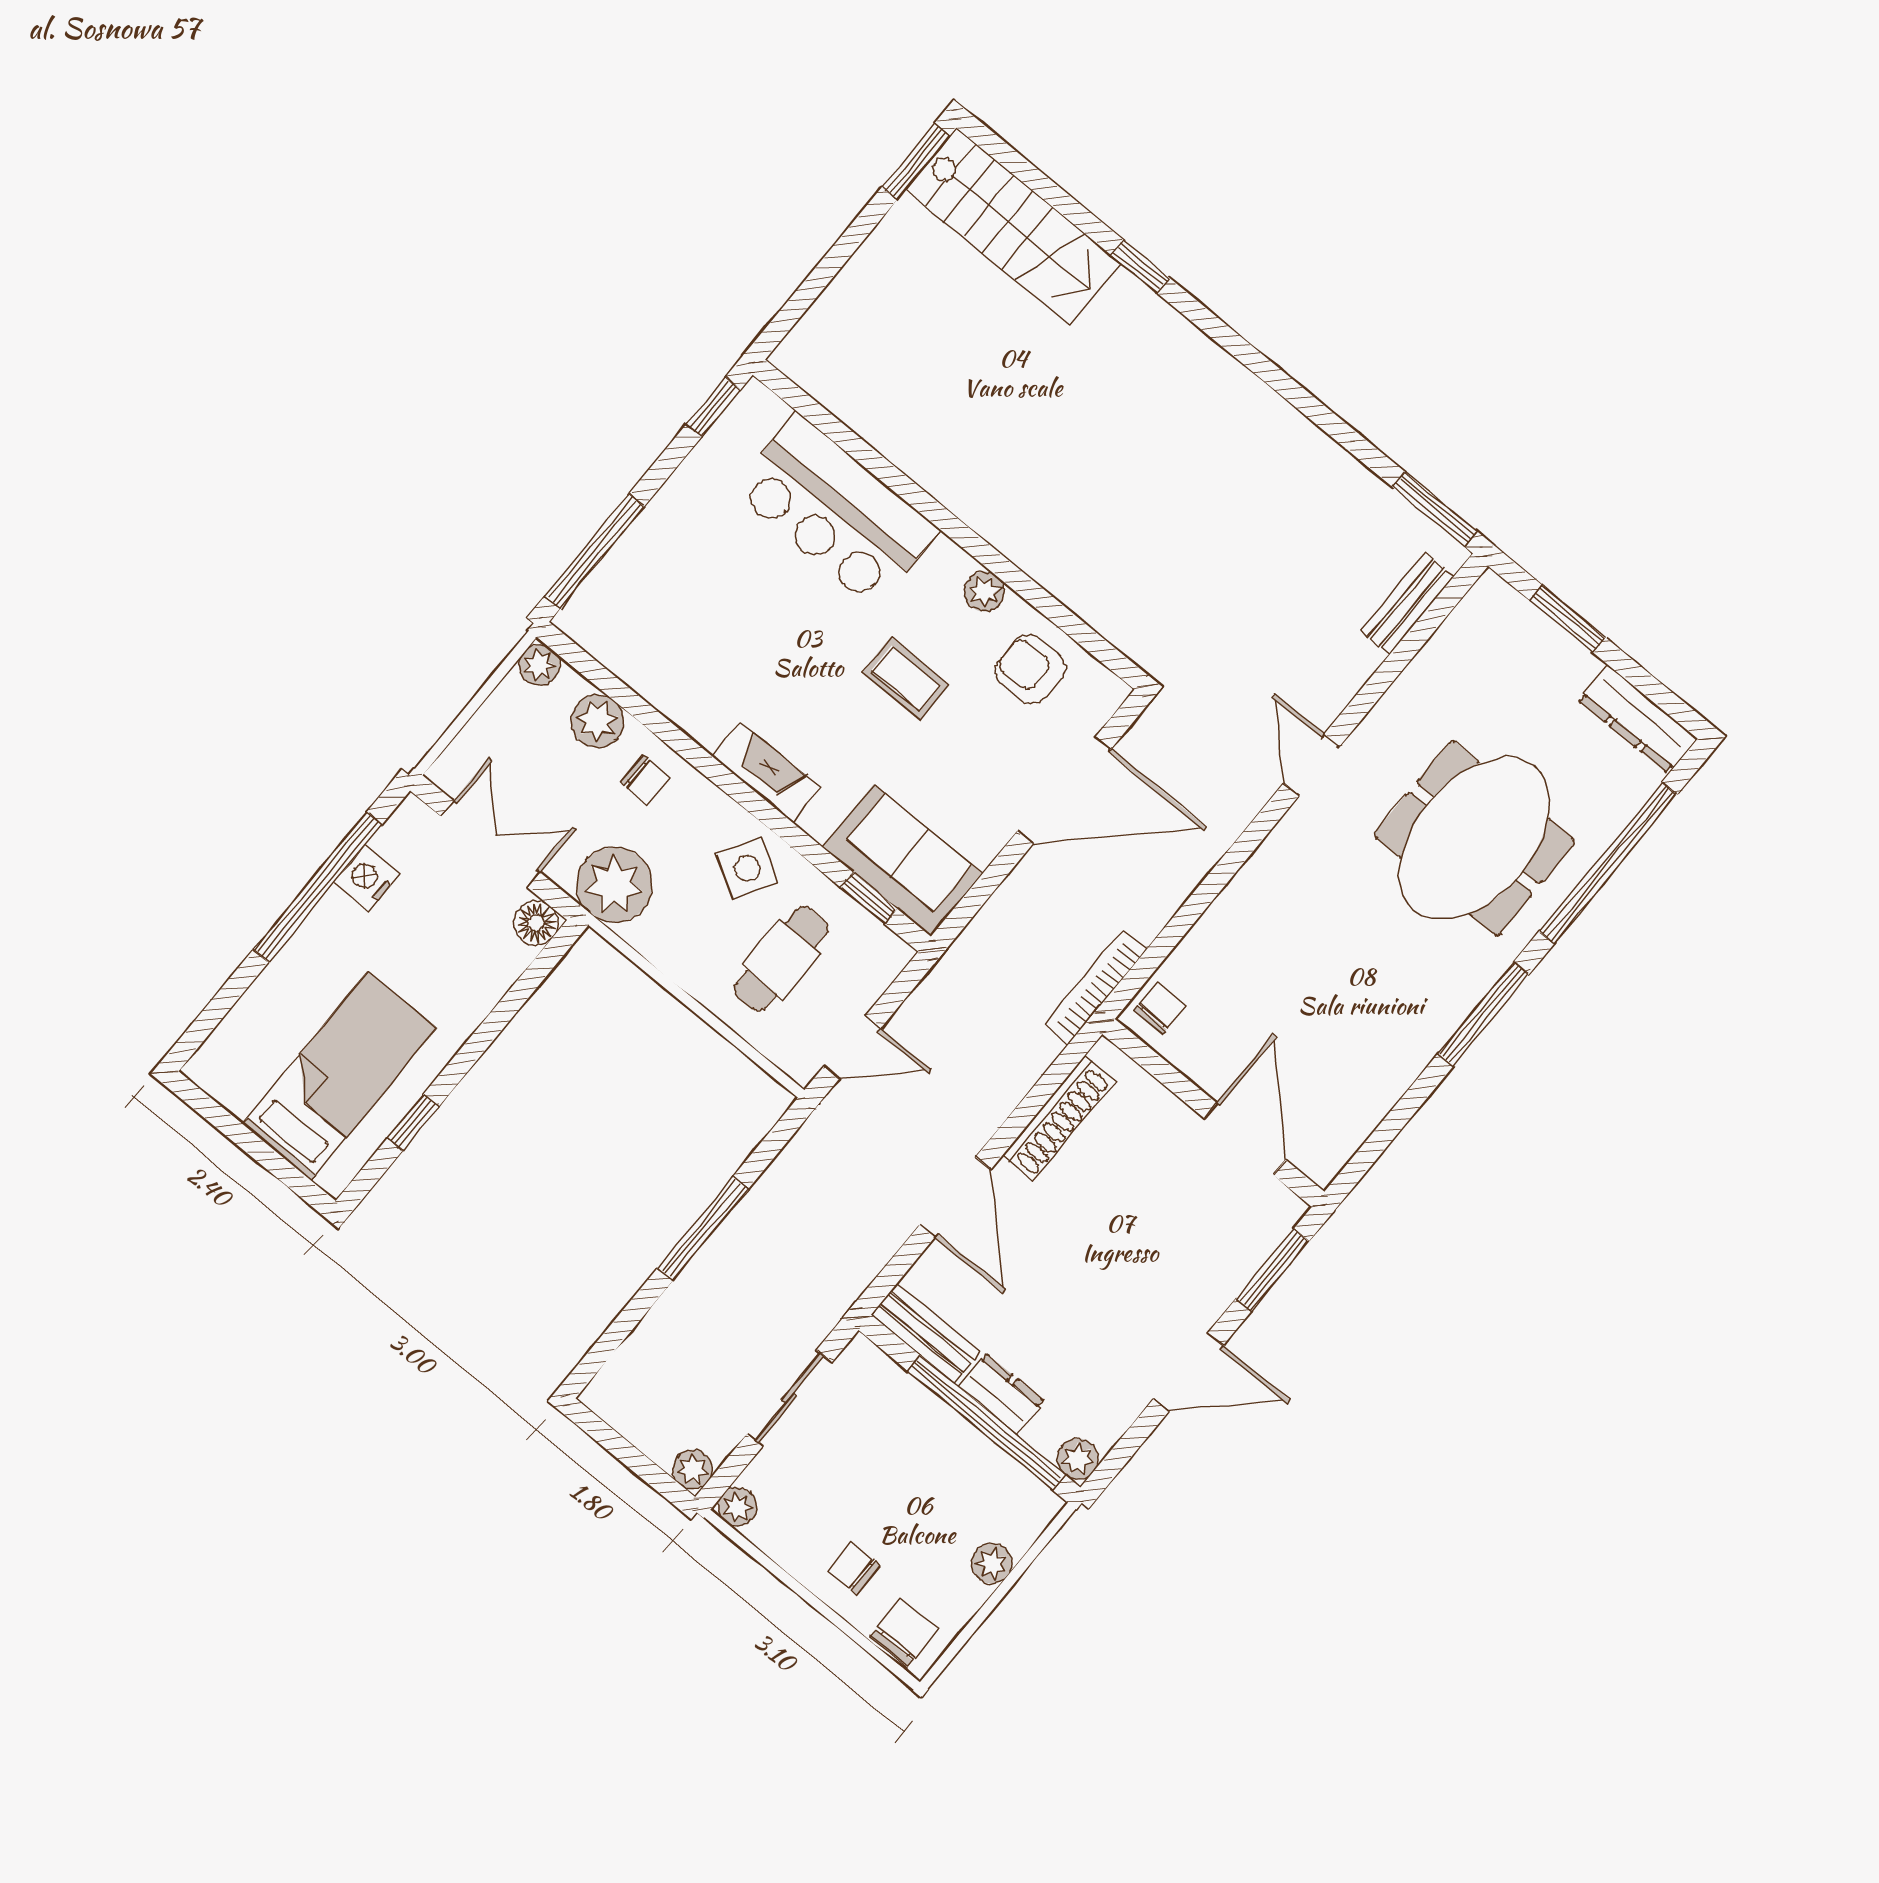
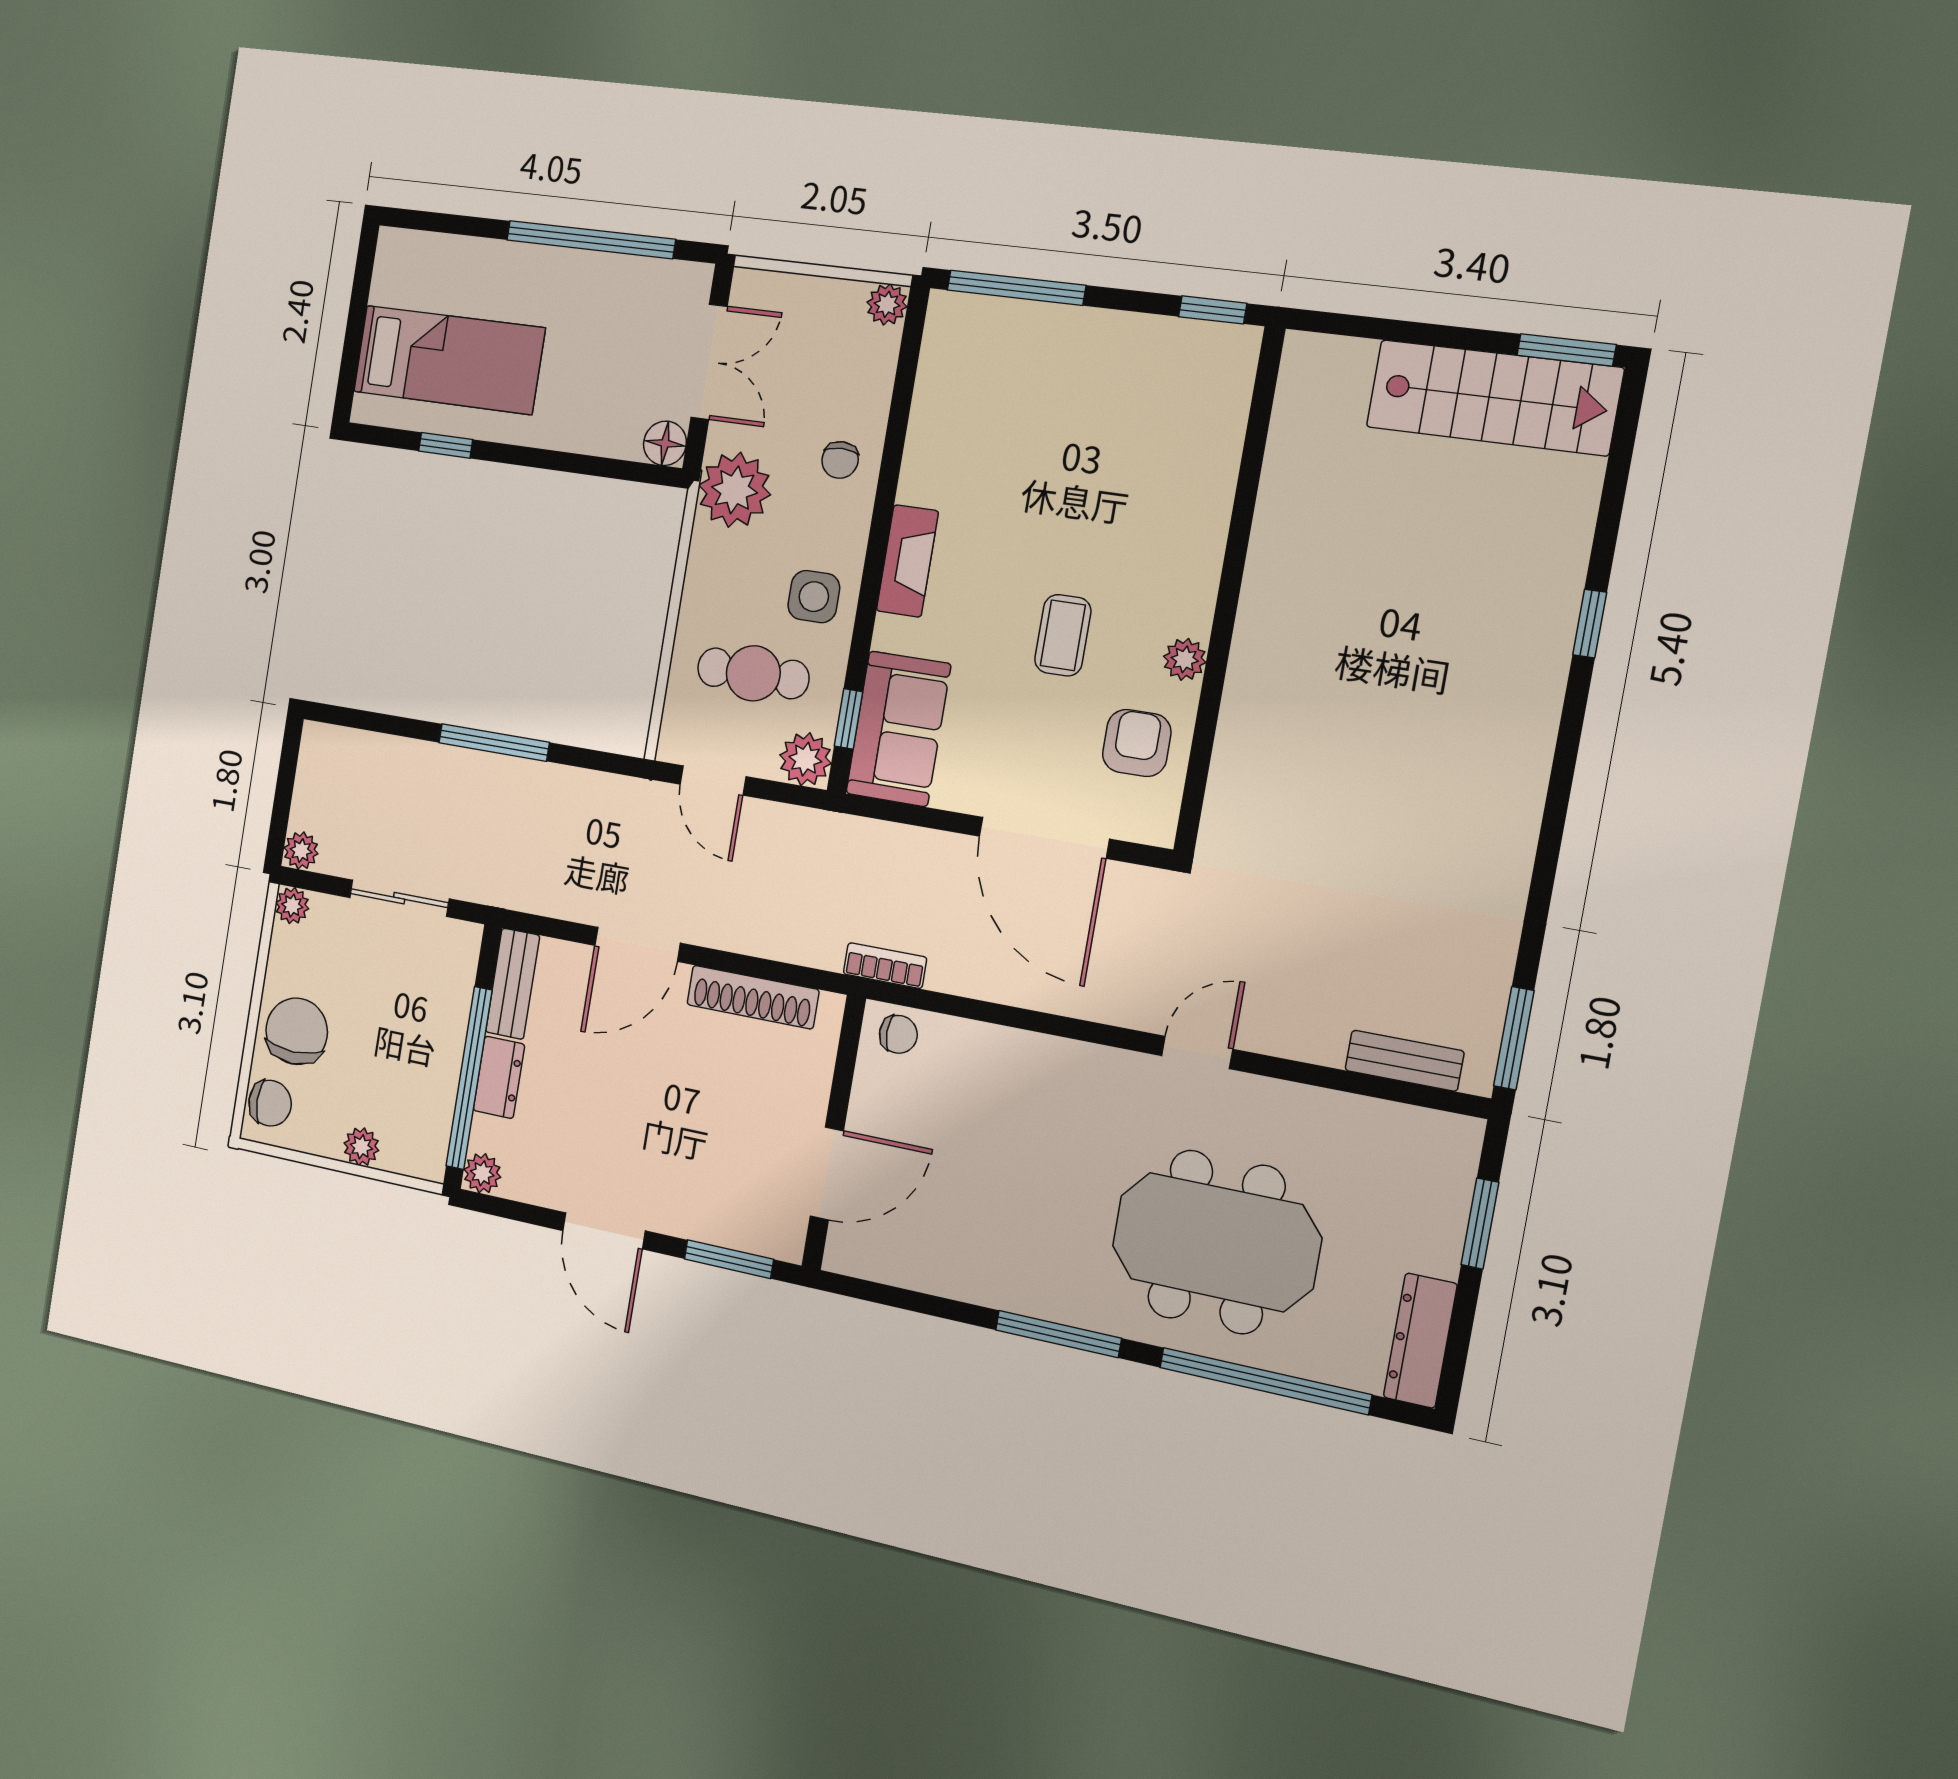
stairs: (1013, 226) -> (1494, 398), moved, turned -90
bar counter: (836, 510) -> (1181, 479), removed
plant: (597, 721) -> (805, 759), moved
side table: (747, 869) -> (814, 597), turned -30
nightstand: (367, 878) -> (622, 276), removed
bookcase: (1096, 987) -> (885, 966), width x0.64
chair: (853, 1568) -> (297, 1031), width x1.87, depth x1.87

